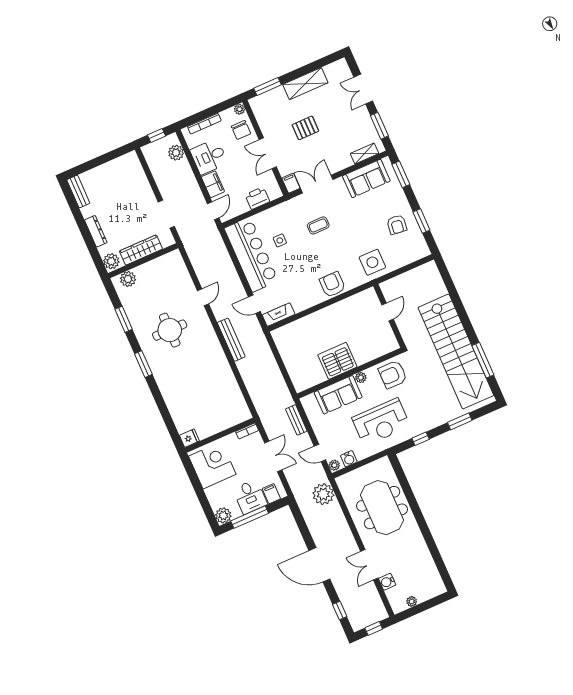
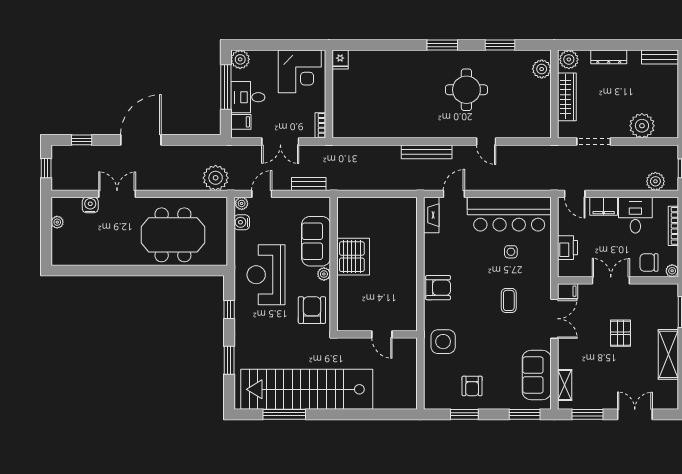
plant: (138, 182) -> (642, 126), added
armchair: (397, 225) -> (472, 386), turned -97

